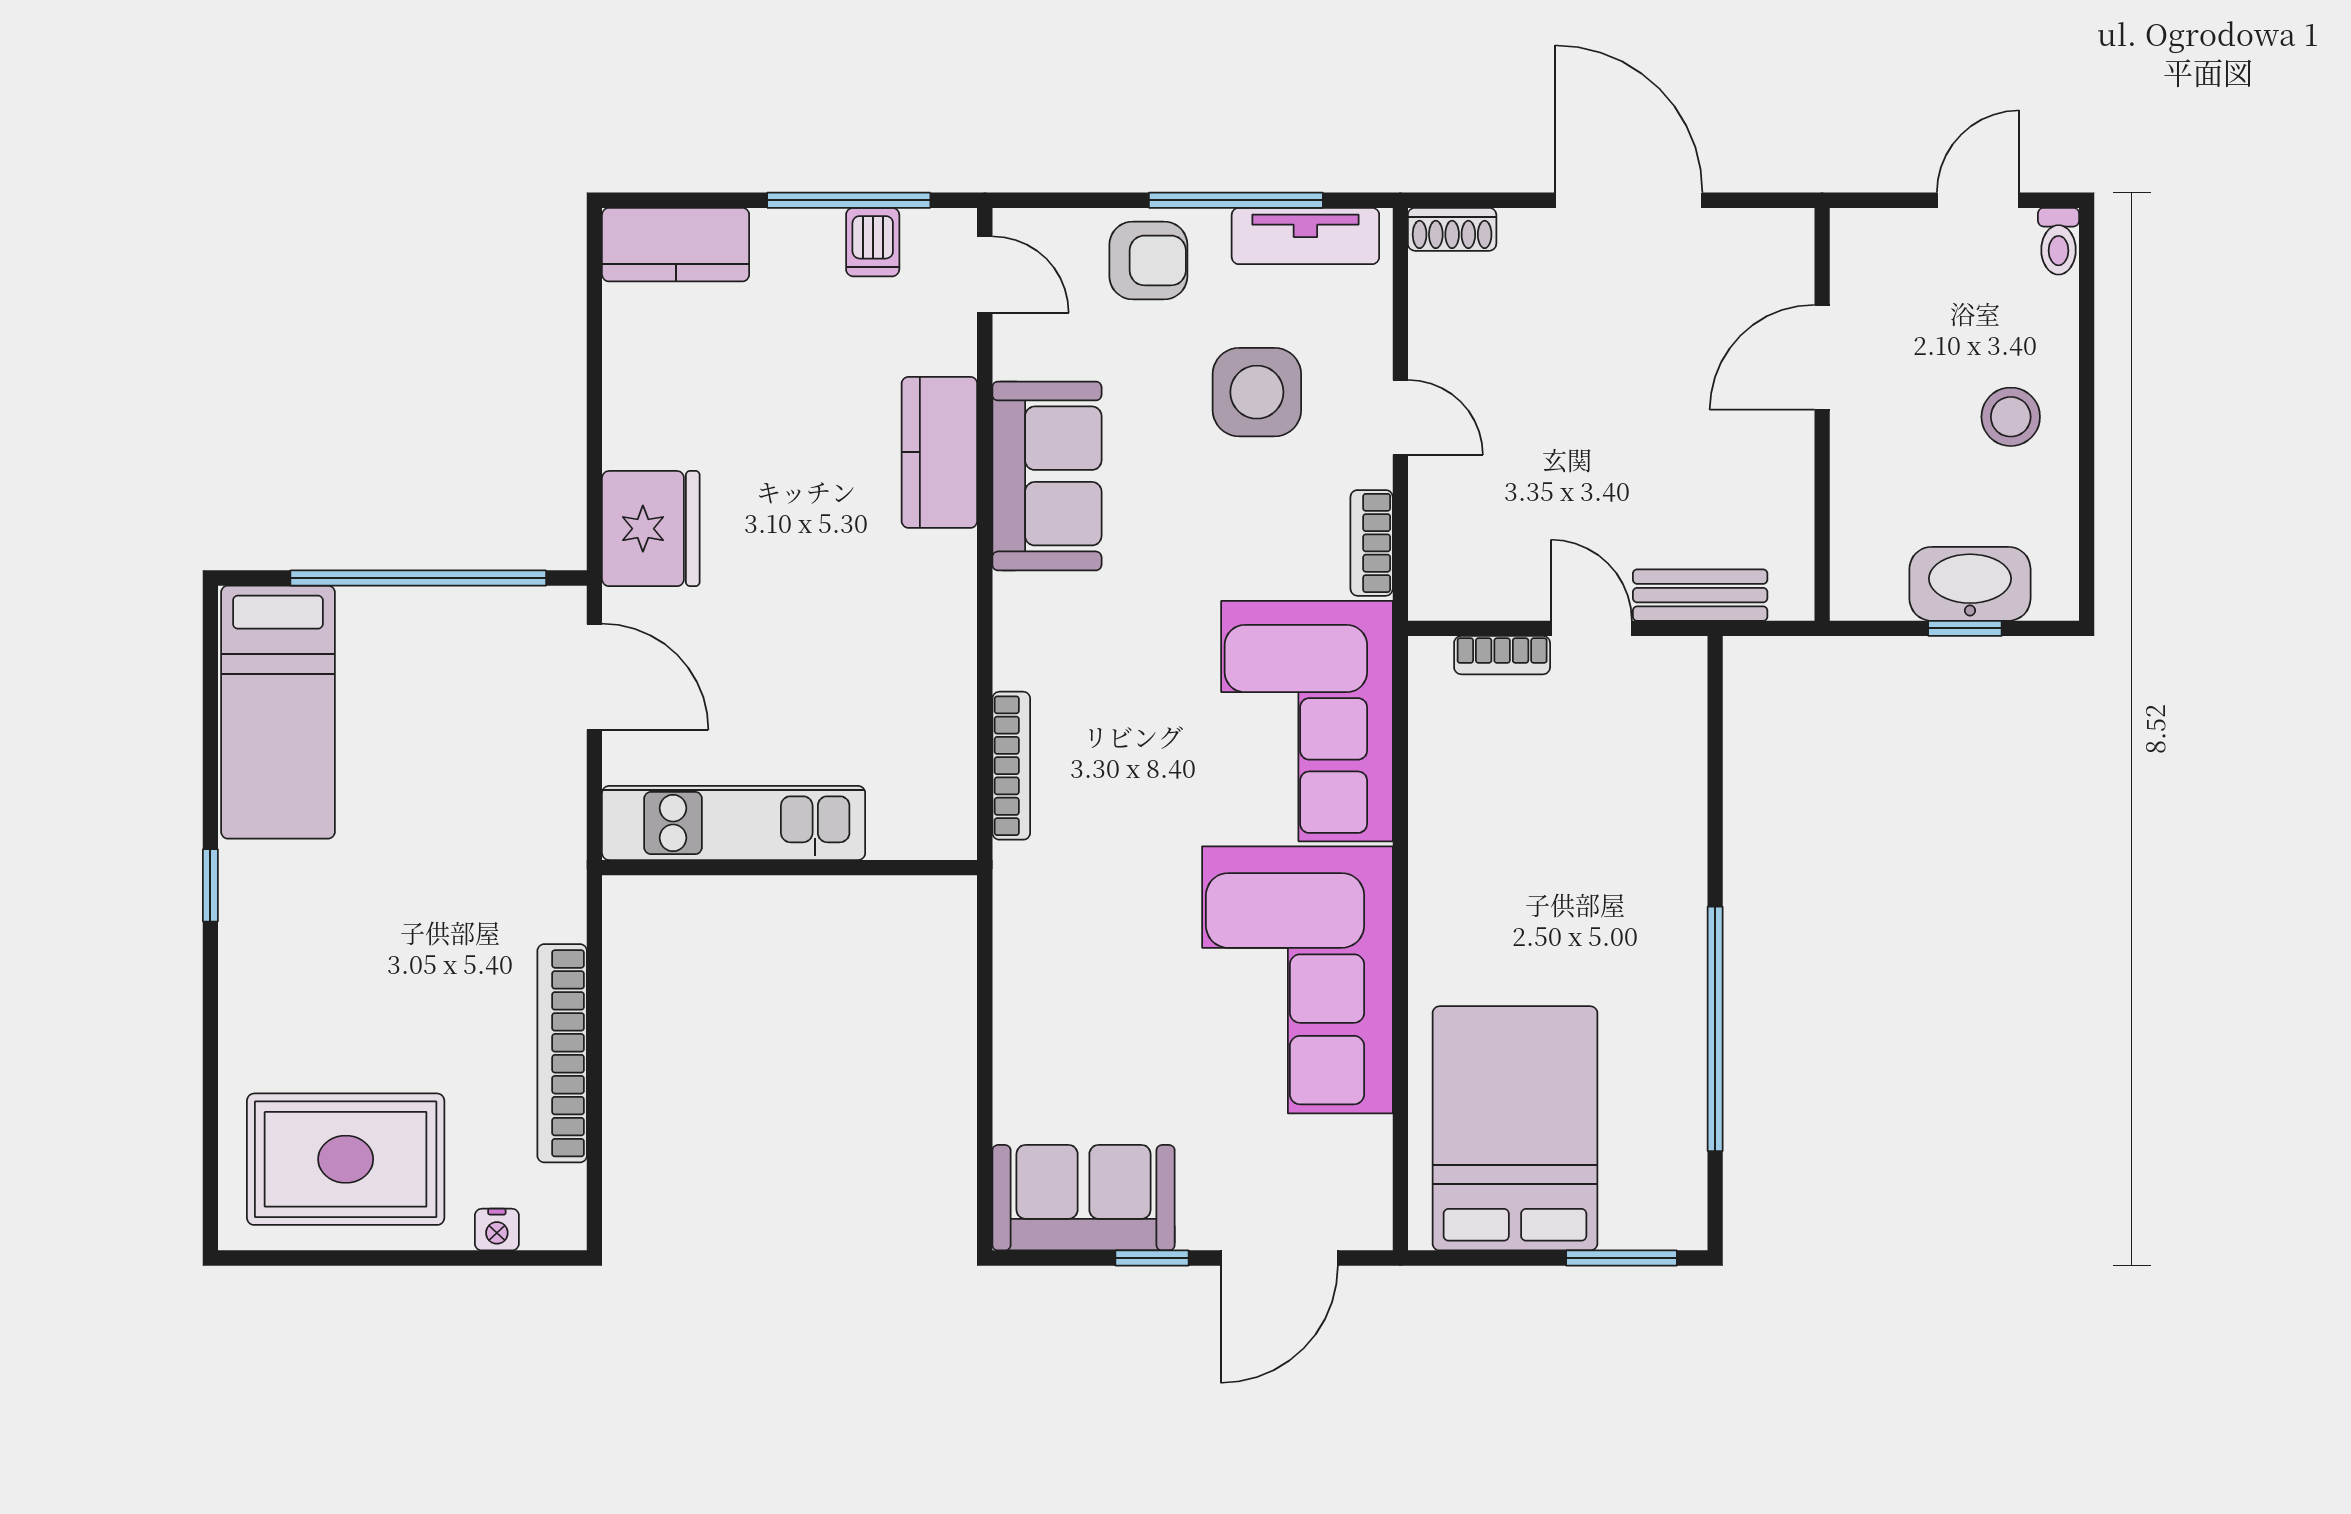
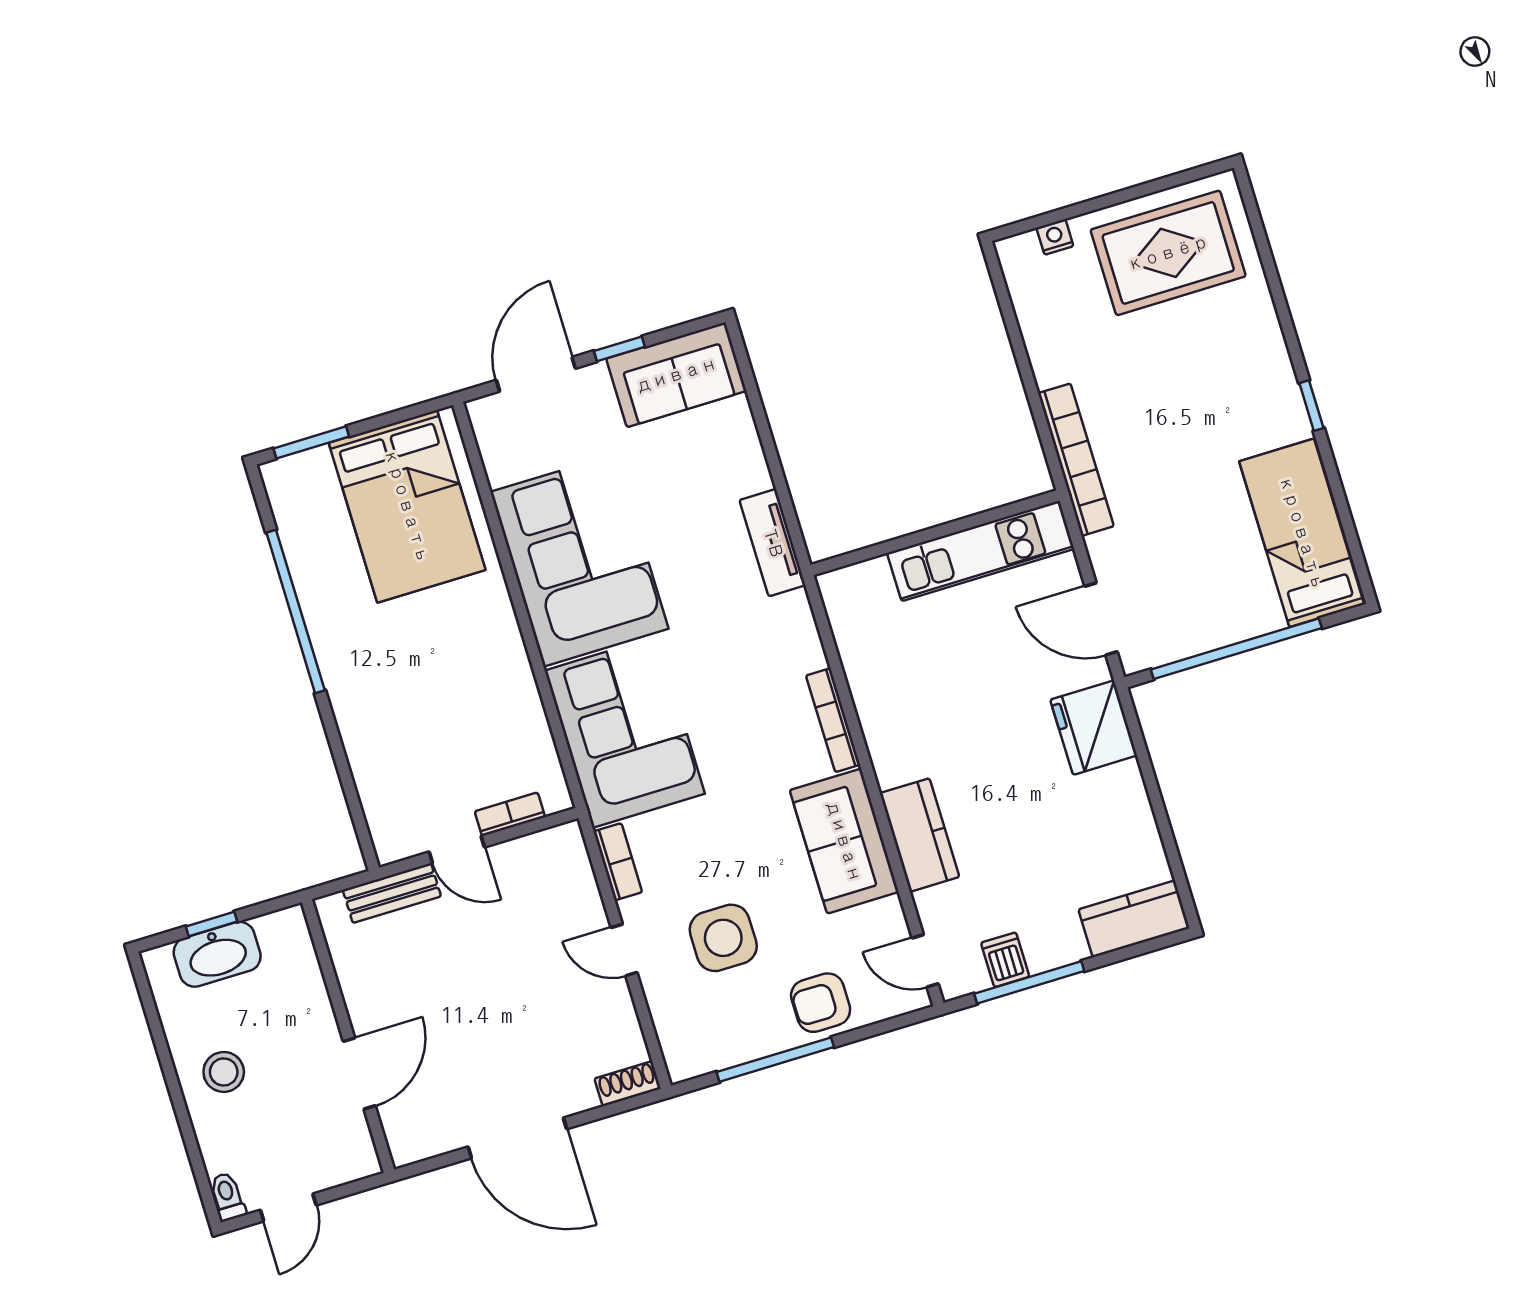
tv unit: (1305, 236) -> (773, 543), moved, turned -90
bookcase: (1011, 766) -> (833, 720), moved
bookcase: (562, 1053) -> (1076, 460), moved

